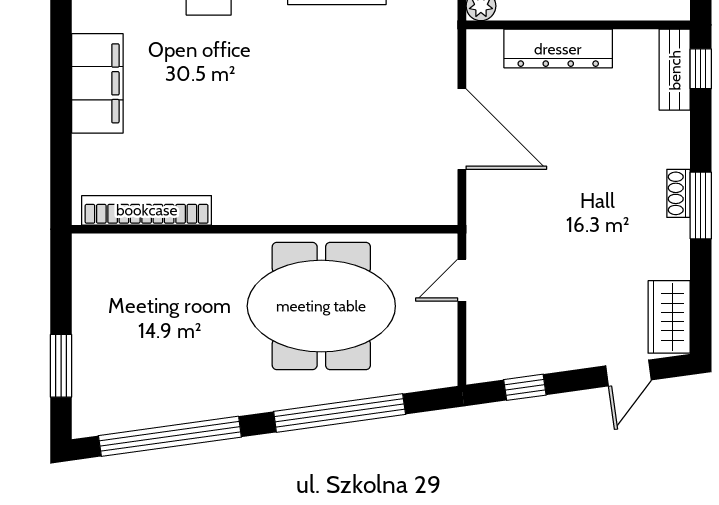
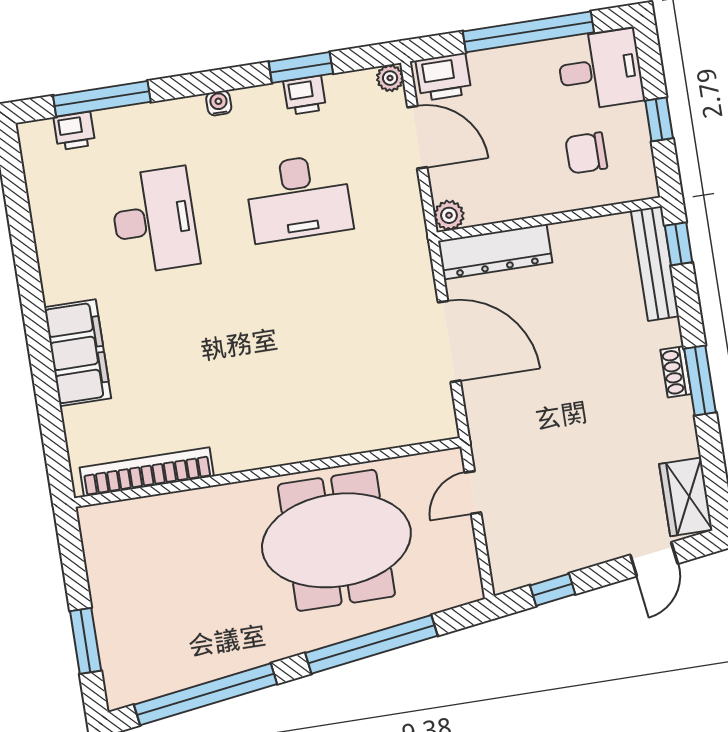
dresser: (558, 49) -> (495, 252), moved
bench: (675, 70) -> (655, 264), width x1.36

